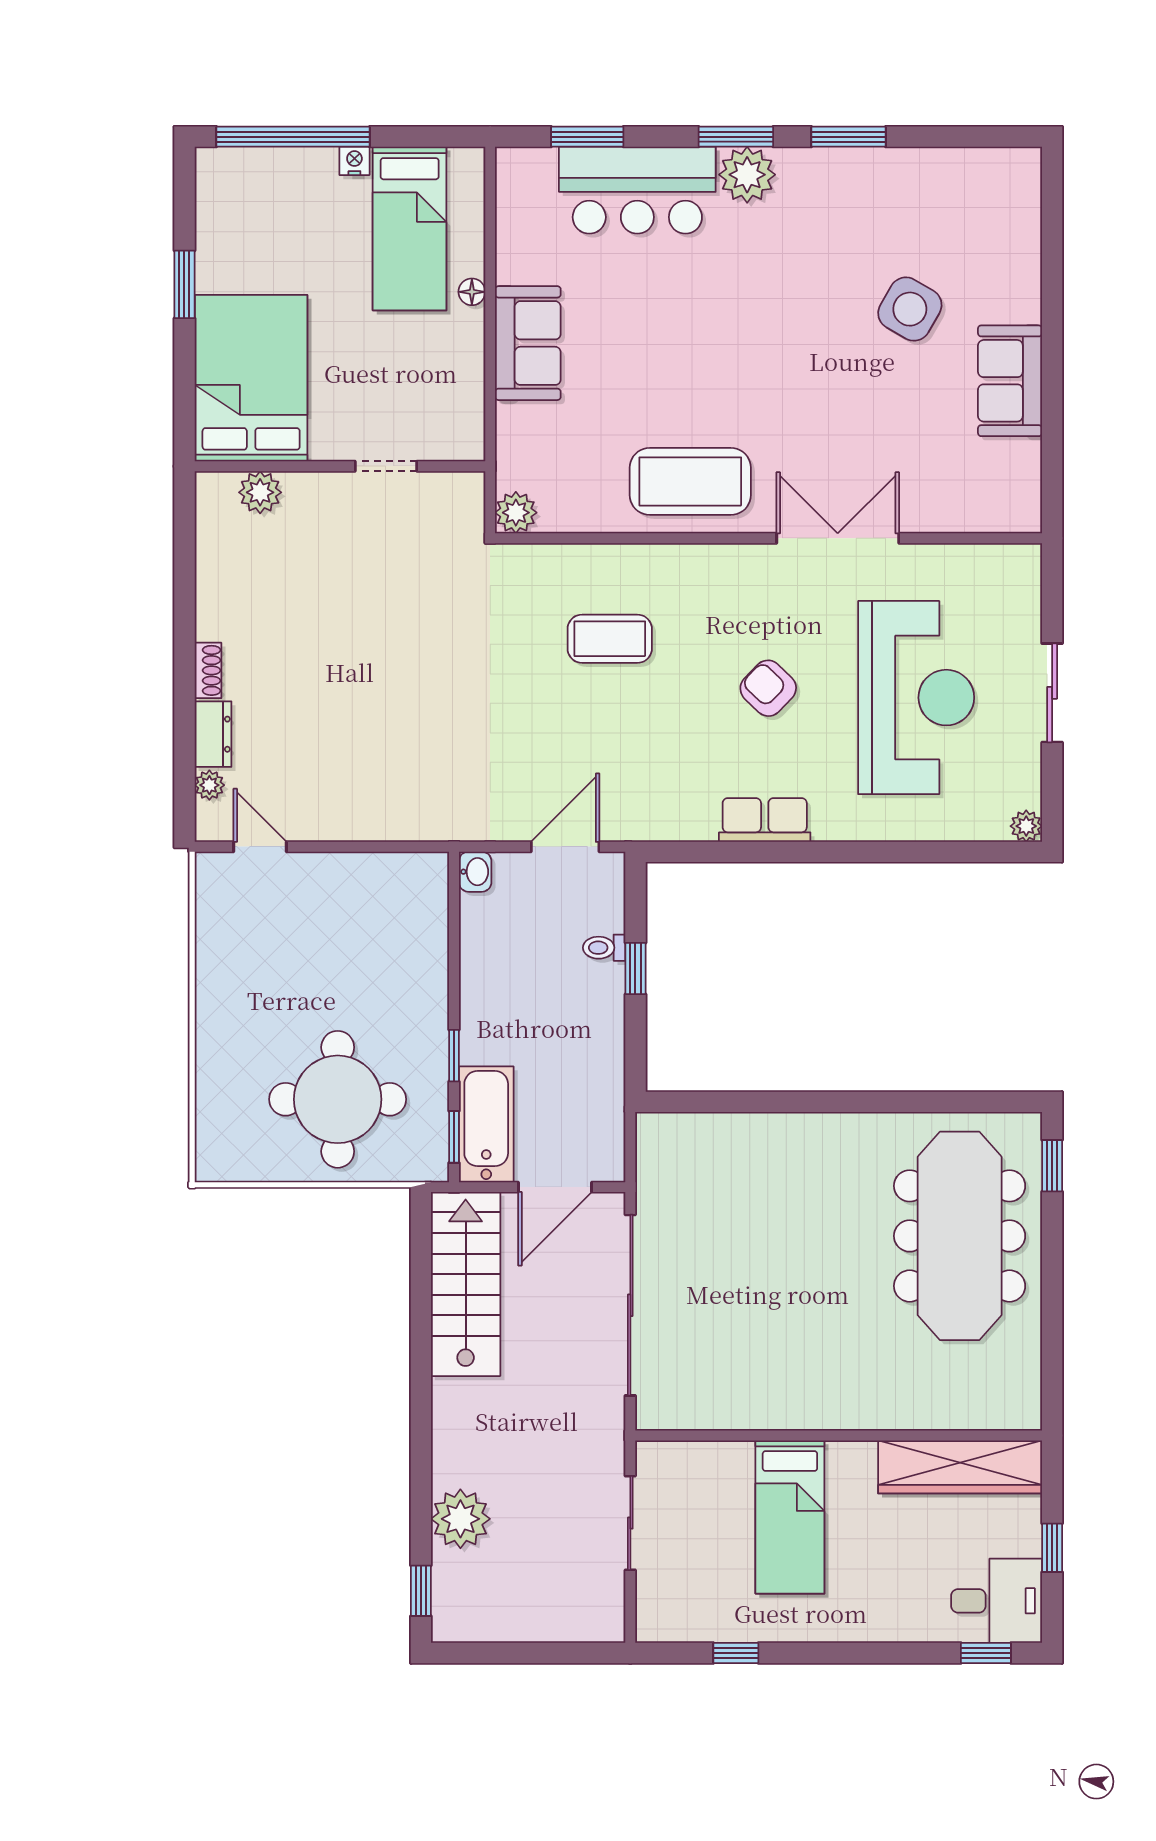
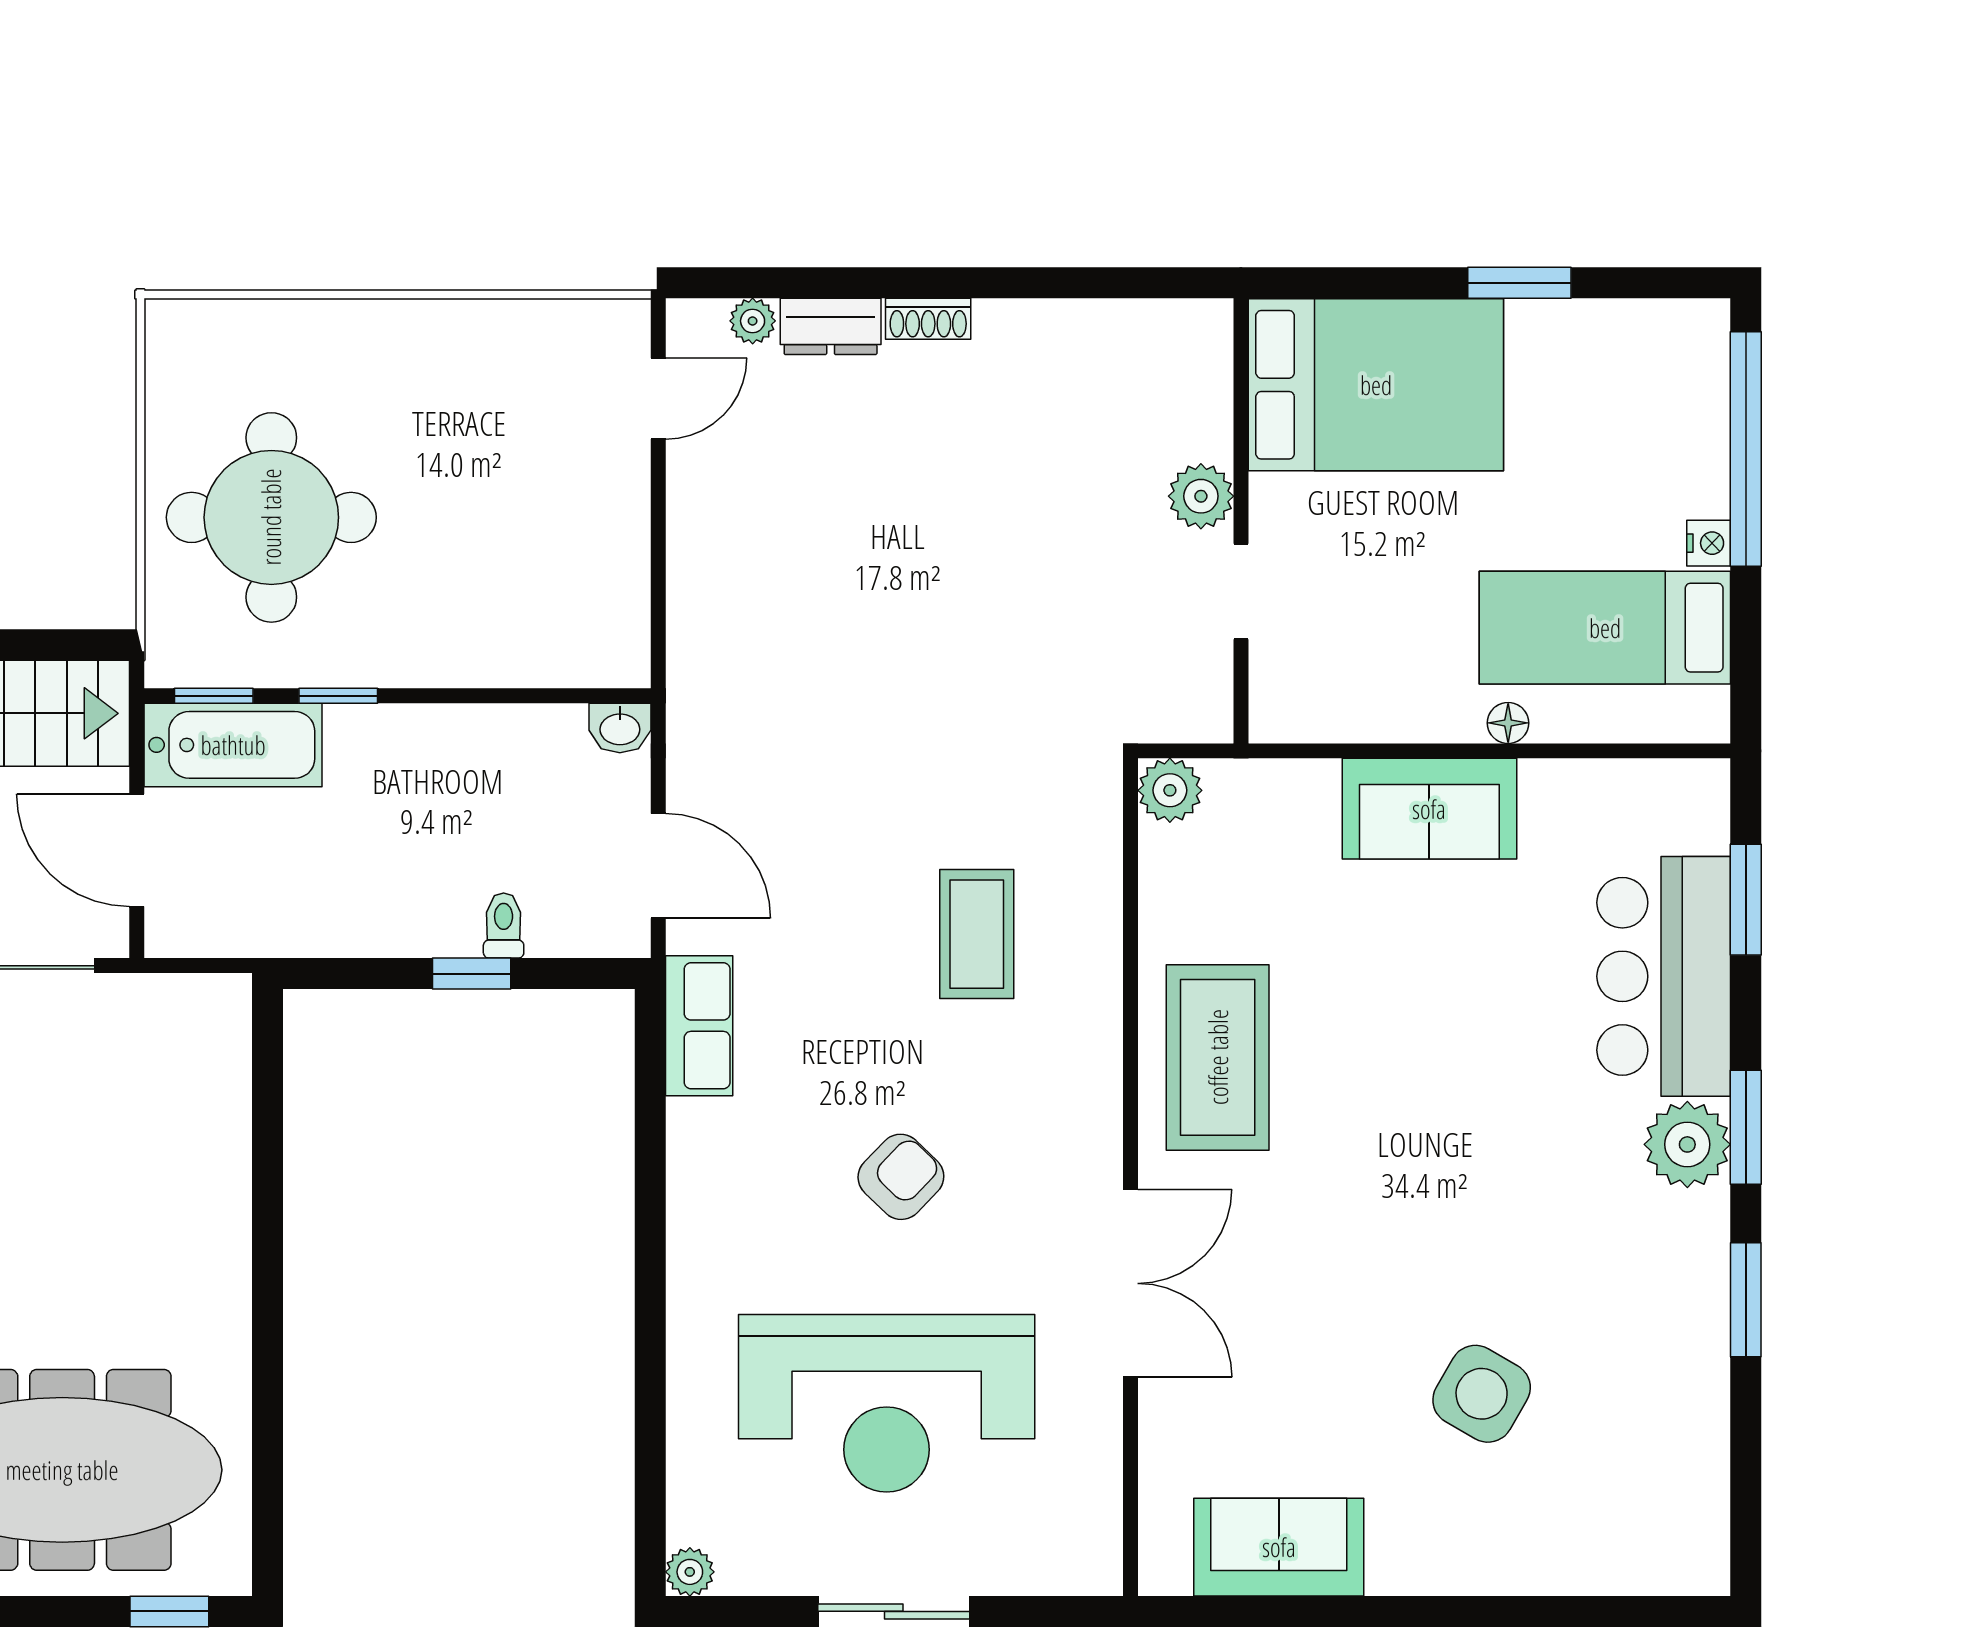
sofa: (1010, 381) -> (1279, 1547), moved
plant: (260, 492) -> (1201, 496), moved
row of seats: (765, 820) -> (699, 1026), moved

